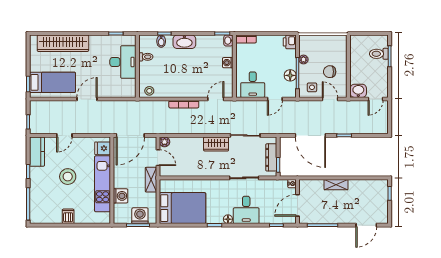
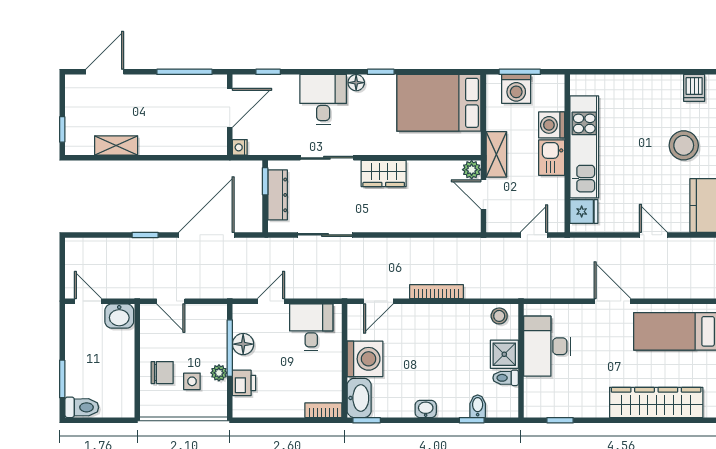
washbasin: (228, 41) -> (359, 398), width x1.91, depth x1.45
washbasin: (184, 42) -> (426, 409), width x0.52, depth x0.69
printer: (290, 42) -> (244, 383), moved
toilet: (379, 54) -> (82, 407), moved
desk: (123, 62) -> (547, 346), moved
washing machine: (228, 63) -> (365, 359), width x1.89, depth x1.89
shower: (147, 70) -> (504, 354), added
chair: (330, 72) -> (162, 373), moved
side table: (312, 87) -> (192, 381), moved
door: (87, 99) -> (612, 301), swing flipped
door: (376, 99) -> (88, 301), hinge flipped
door: (64, 135) -> (653, 235), hinge flipped
door: (130, 135) -> (534, 235), width x0.53
door: (310, 135) -> (206, 235), hinge flipped
plant: (165, 142) -> (472, 170), moved
wardrobe: (216, 144) -> (384, 174), moved, turned 180
stool: (68, 177) -> (684, 145), moved
kitchen sink: (120, 178) -> (552, 158), added
shelving: (336, 185) -> (116, 145), moved
dishwasher: (68, 216) -> (694, 88), moved

